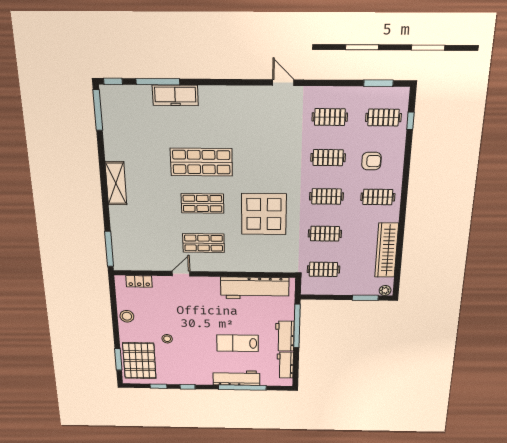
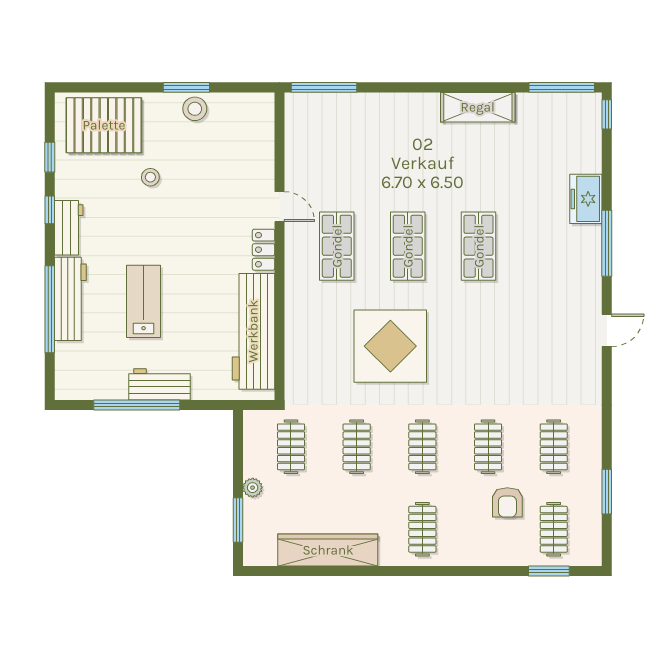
window: (158, 82) -> (607, 243), moved
door: (283, 83) -> (607, 330), moved
window: (378, 83) -> (607, 492), moved
freezer: (175, 95) -> (586, 199), width x0.71
window: (410, 121) -> (549, 571), width x1.50
armchair: (371, 161) -> (507, 502), moved
shop shelf: (201, 162) -> (479, 246), width x0.70, depth x0.74
shelving: (116, 183) -> (478, 107), moved
locker: (139, 281) -> (264, 250), moved
plant: (385, 290) -> (253, 488), moved
window: (297, 326) -> (137, 405), moved
window: (118, 359) -> (186, 87), moved
workbench: (285, 365) -> (69, 228), moved, turned 90

